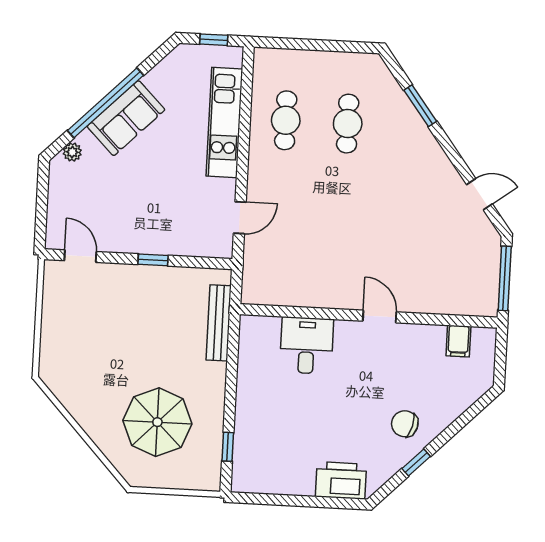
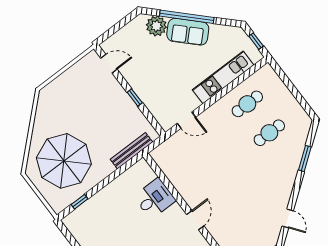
plant: (72, 152) -> (156, 26), width x1.88, depth x1.88
door: (80, 256) -> (109, 64), hinge flipped
parasol: (157, 422) -> (64, 161), width x1.36, depth x1.36

